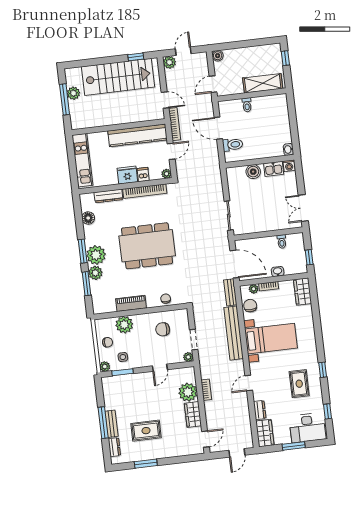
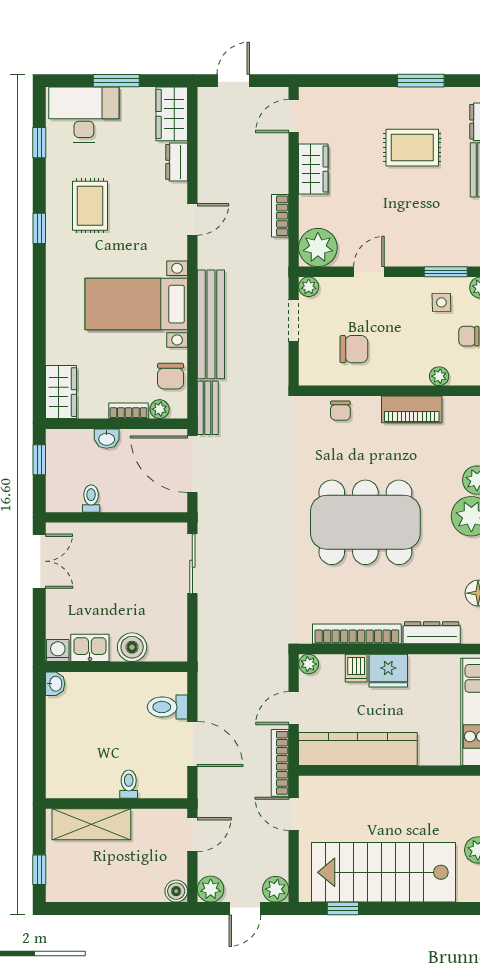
plant: (201, 59) -> (211, 889), added
plant: (124, 325) -> (439, 376), width x0.53, depth x0.53
plant: (188, 392) -> (318, 247), moved

